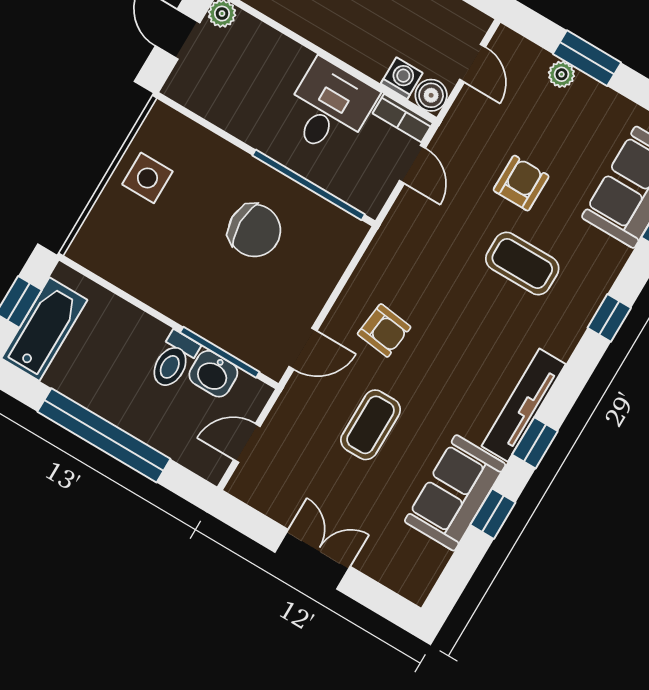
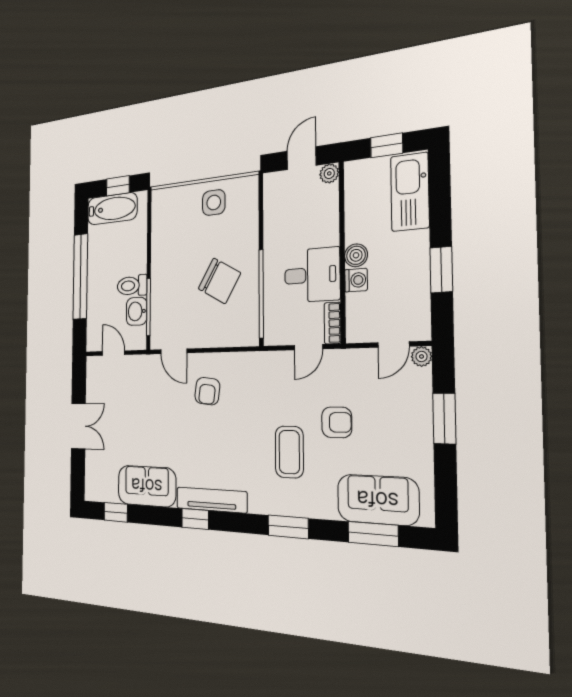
plant: (561, 74) -> (422, 356), moved
washing machine: (402, 78) -> (356, 280), moved
boiler: (431, 95) -> (356, 255), moved
chair: (254, 230) -> (219, 281), turned -60
window: (609, 318) -> (288, 527), width x1.50
coffee table: (371, 425) -> (156, 415), removed
window: (493, 514) -> (116, 512), moved

